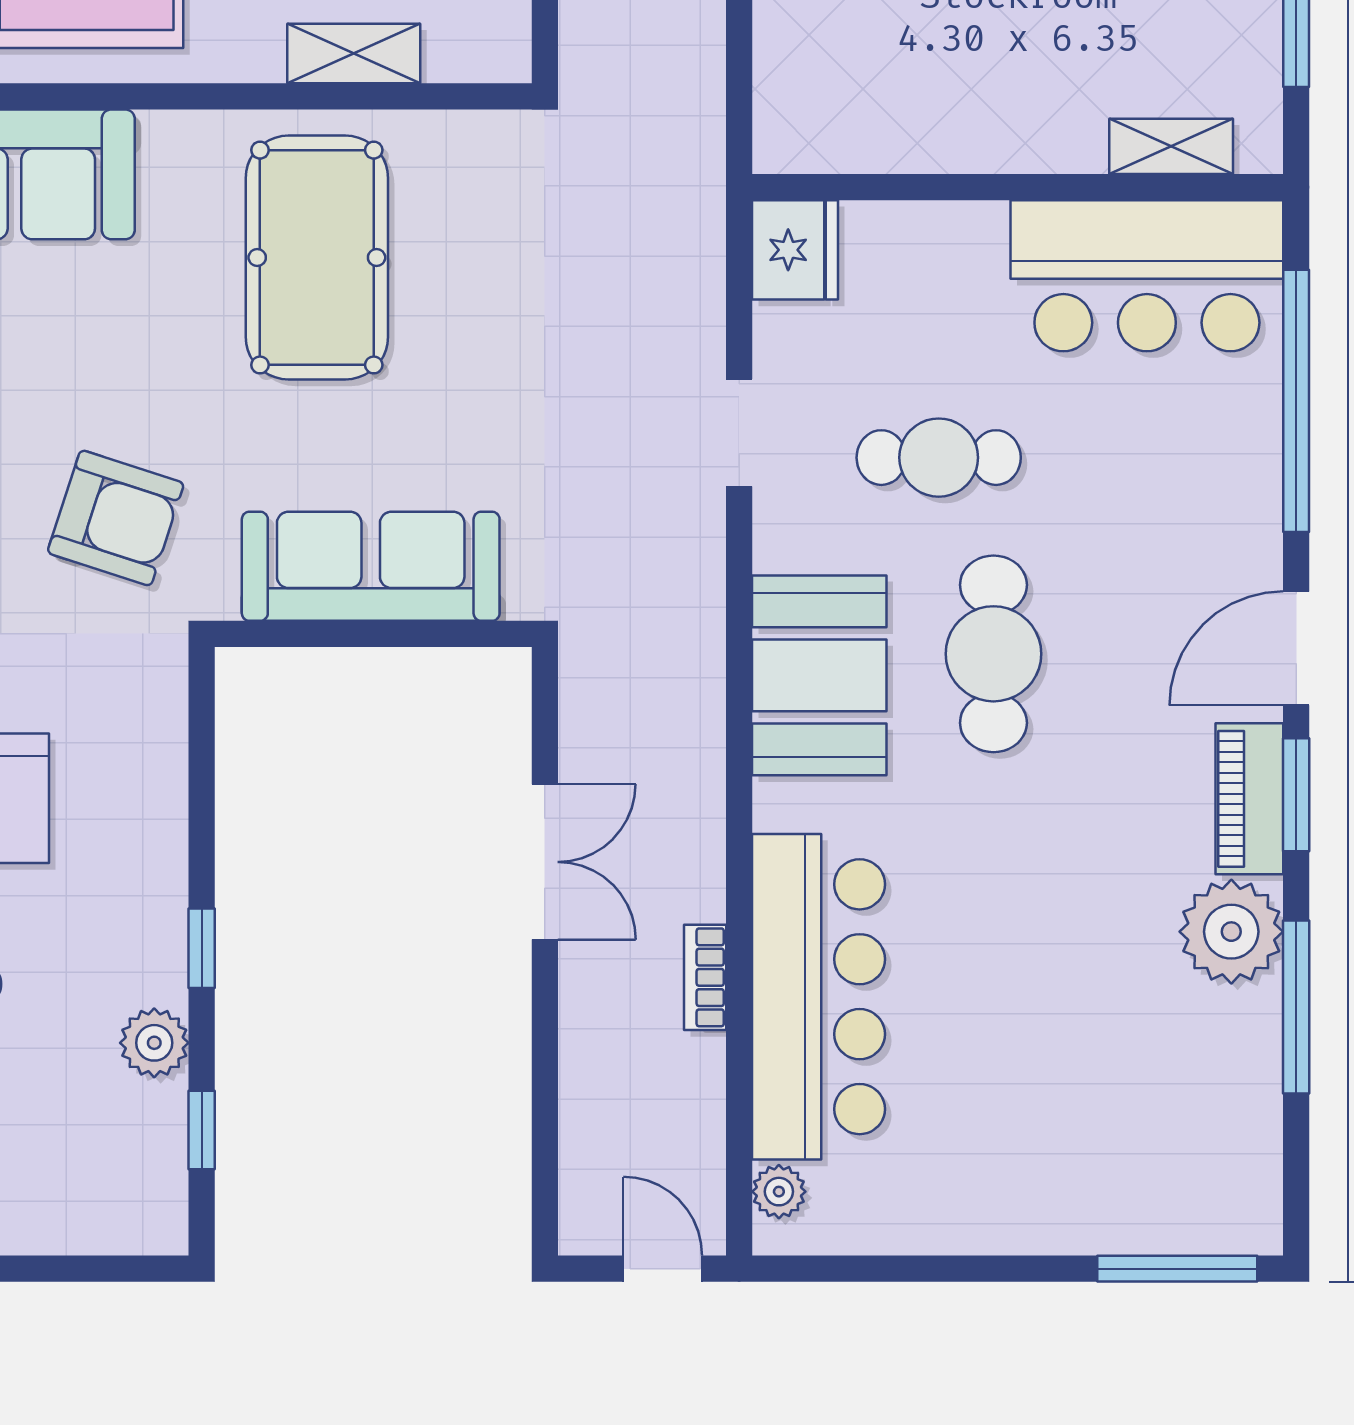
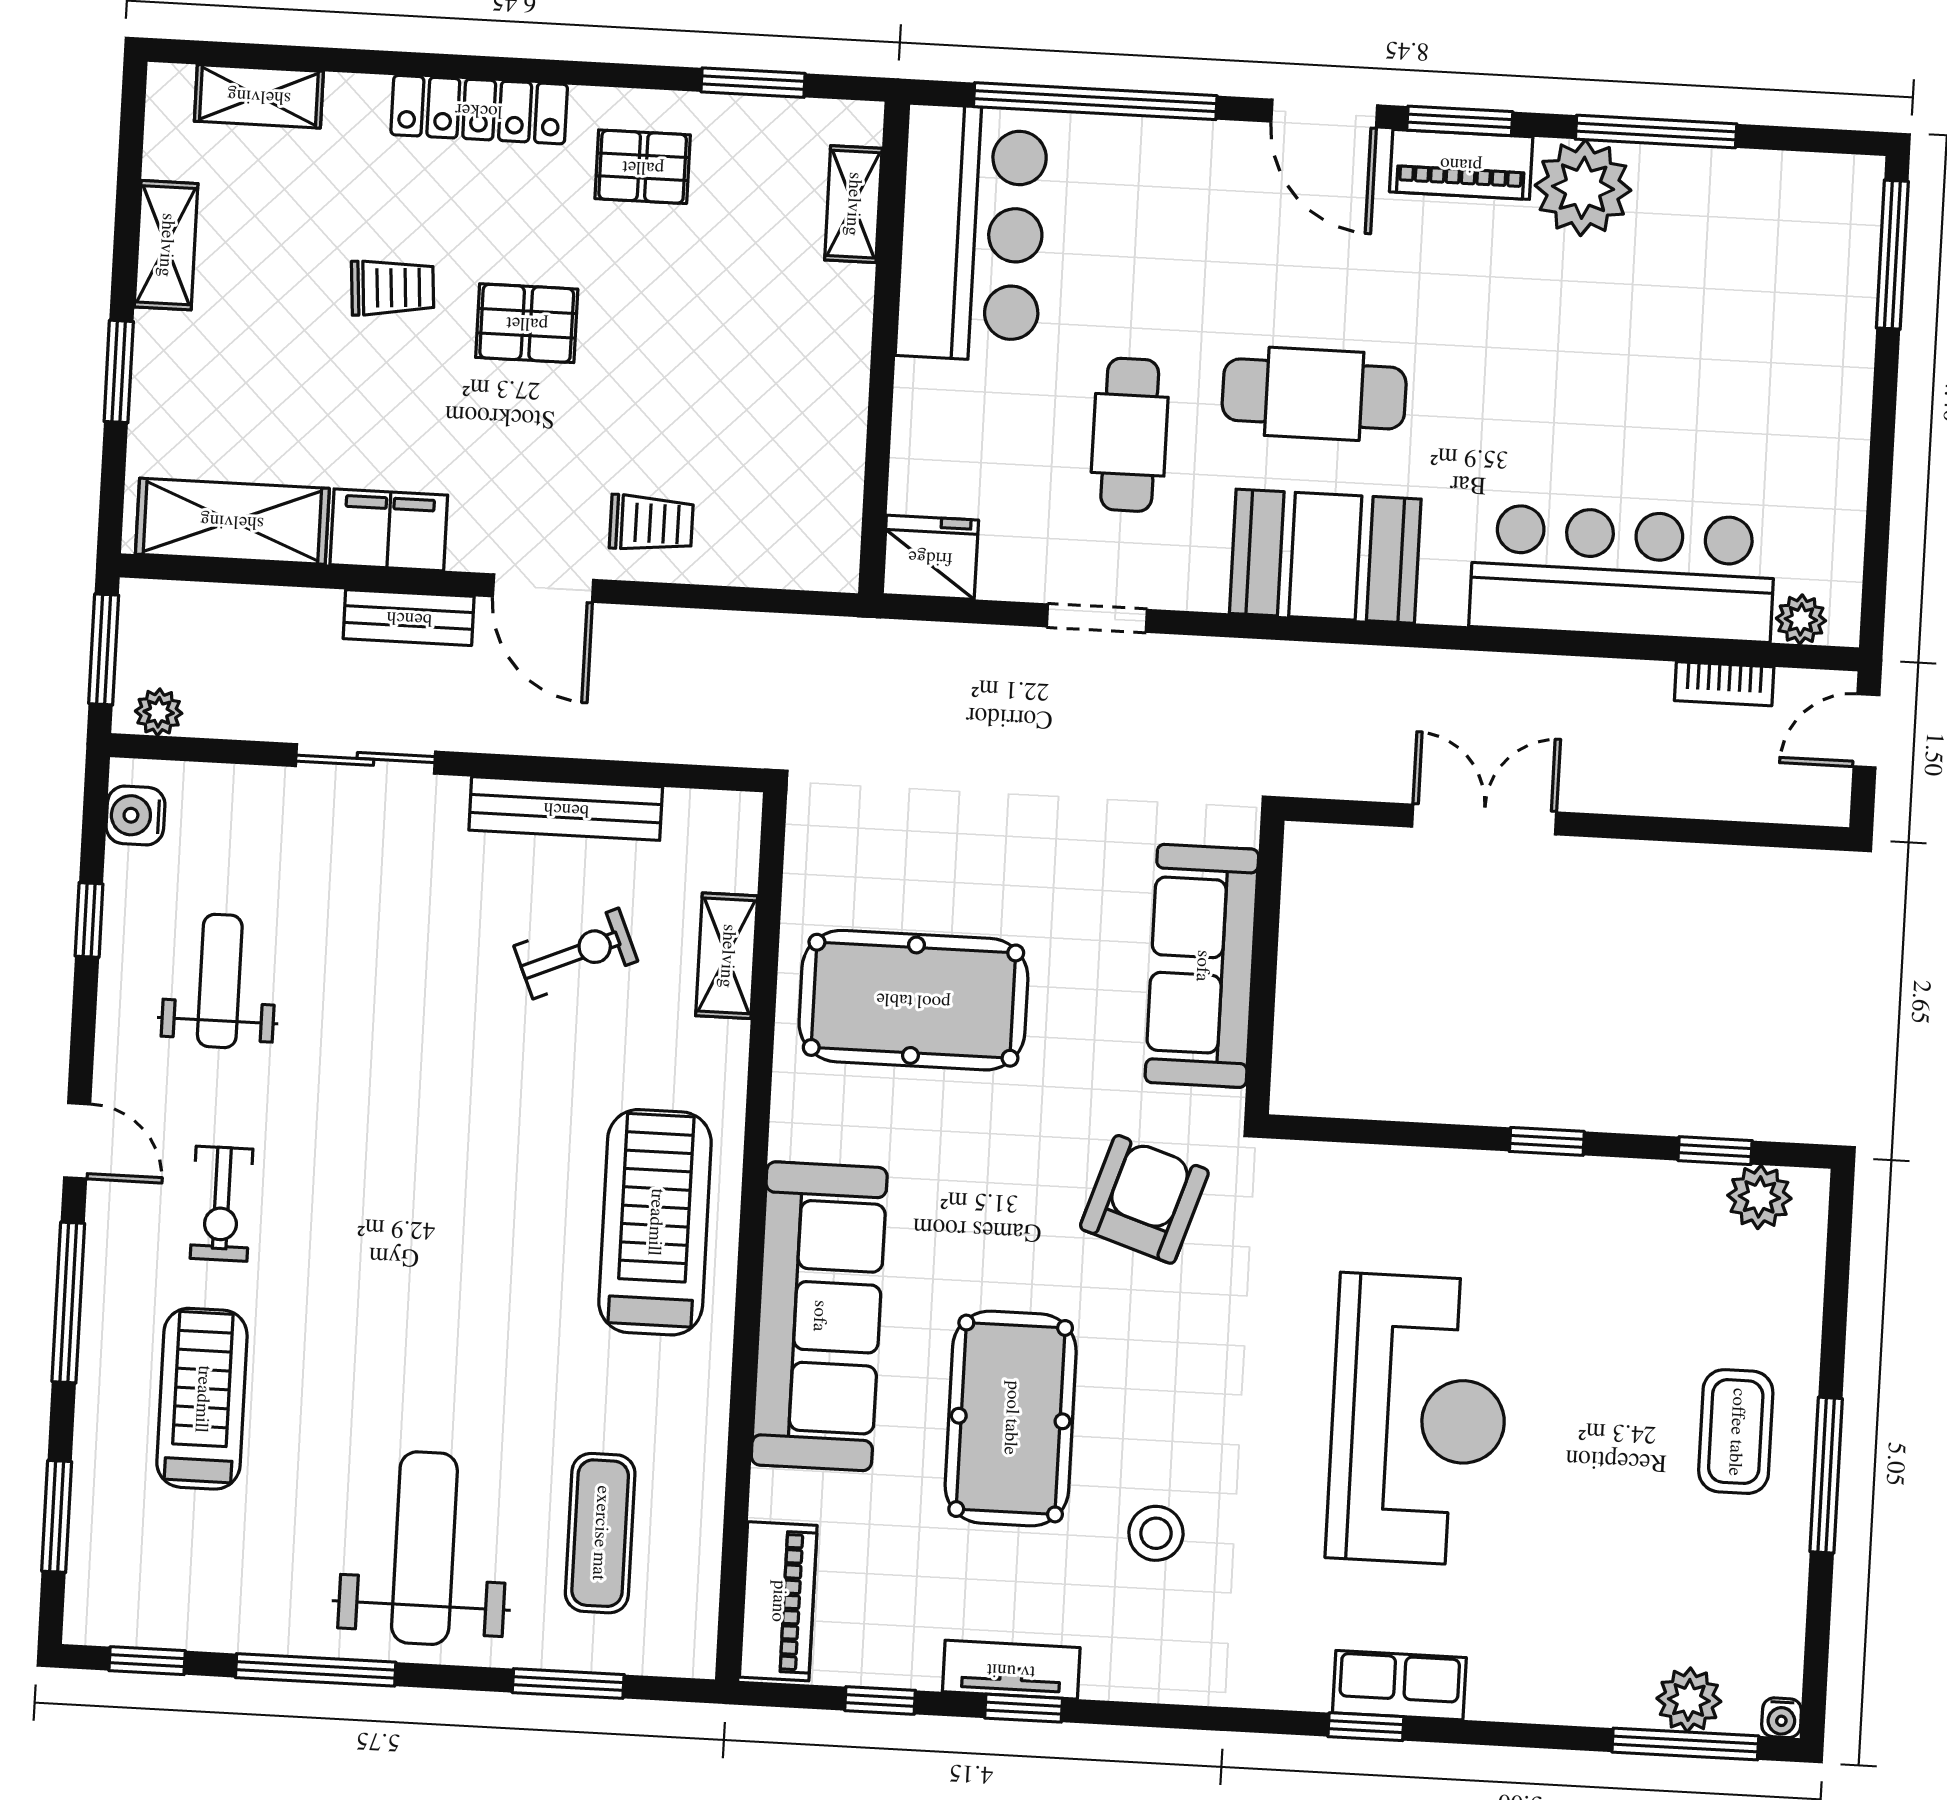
bookcase: (705, 977) -> (1724, 684), moved
plant: (154, 1043) -> (1759, 1197), moved

